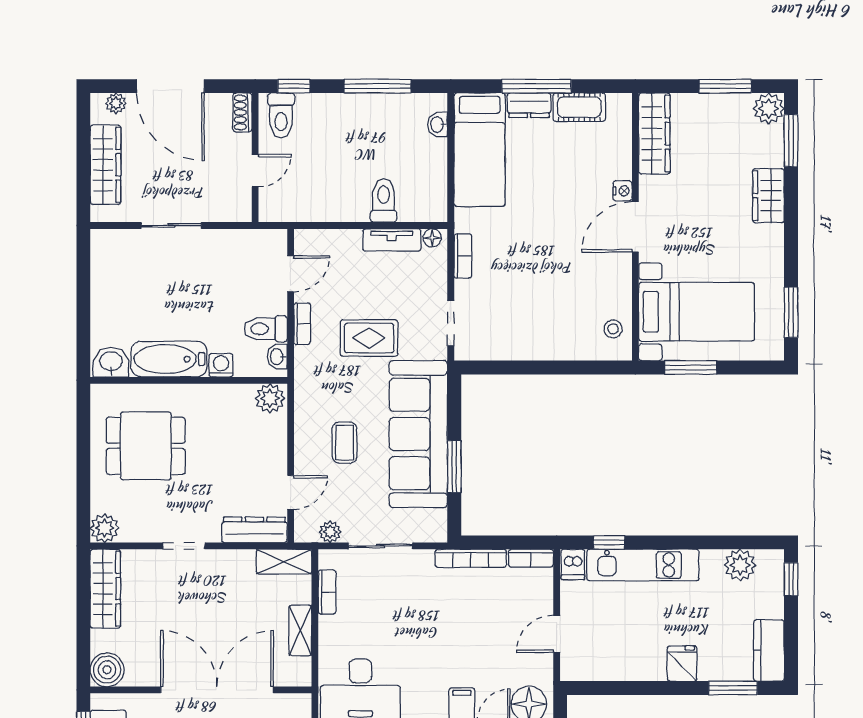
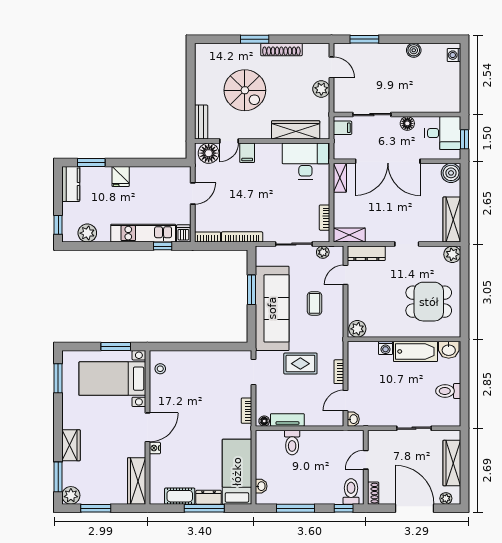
toilet: (266, 329) -> (448, 391), moved, turned 180
washbasin: (277, 357) -> (353, 419), moved
shelving: (300, 630) -> (340, 178), moved

